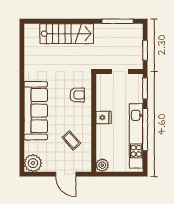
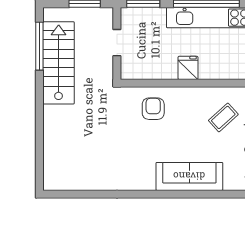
stairs: (67, 34) -> (59, 63), moved
sofa: (36, 111) -> (189, 176), width x0.74, depth x0.79

